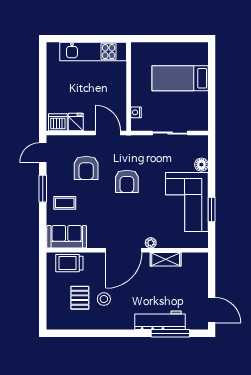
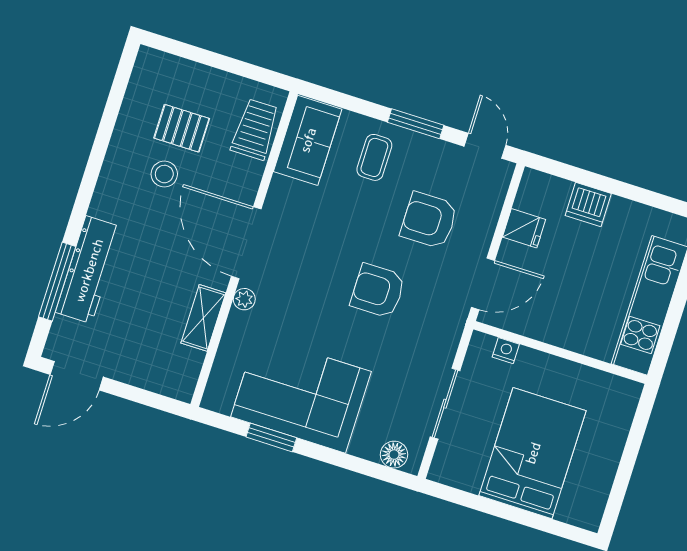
bed: (180, 78) -> (533, 453), width x1.50
dishwasher: (58, 122) -> (588, 204), moved, turned 90
floor lamp: (201, 165) -> (394, 455), moved

